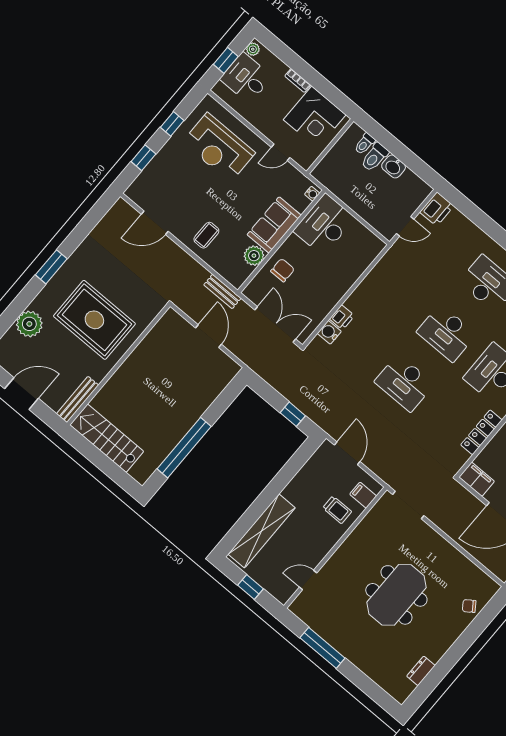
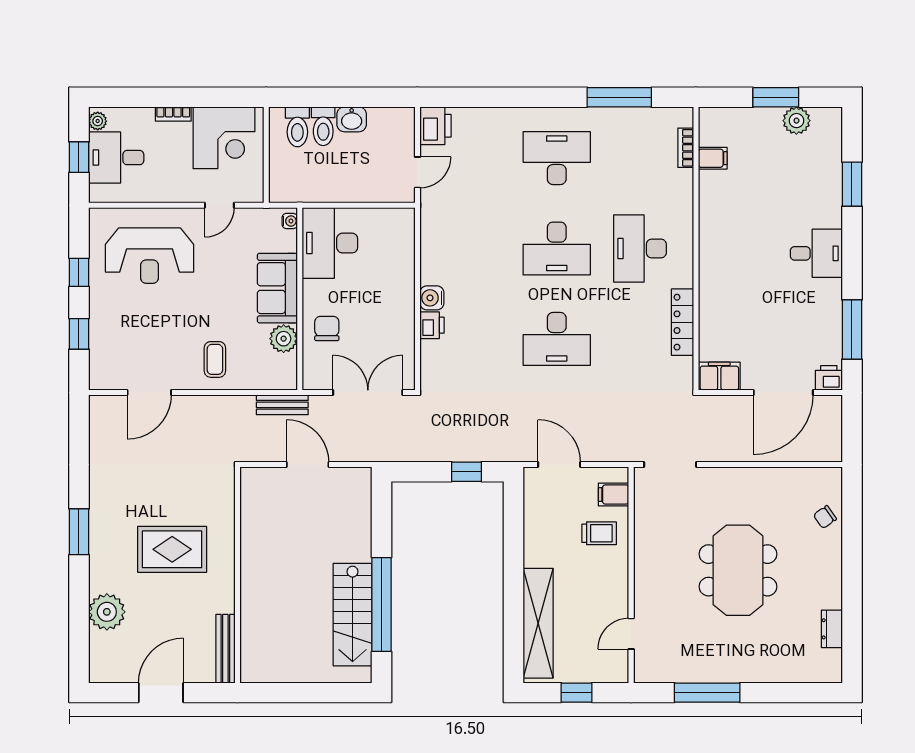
toilet: (365, 144) -> (297, 127), width x1.37, depth x1.39
rug: (94, 320) -> (172, 549), width x0.73, depth x0.69
water cooler: (329, 332) -> (432, 298), moved
stairs: (107, 438) -> (353, 615), moved, turned -90

